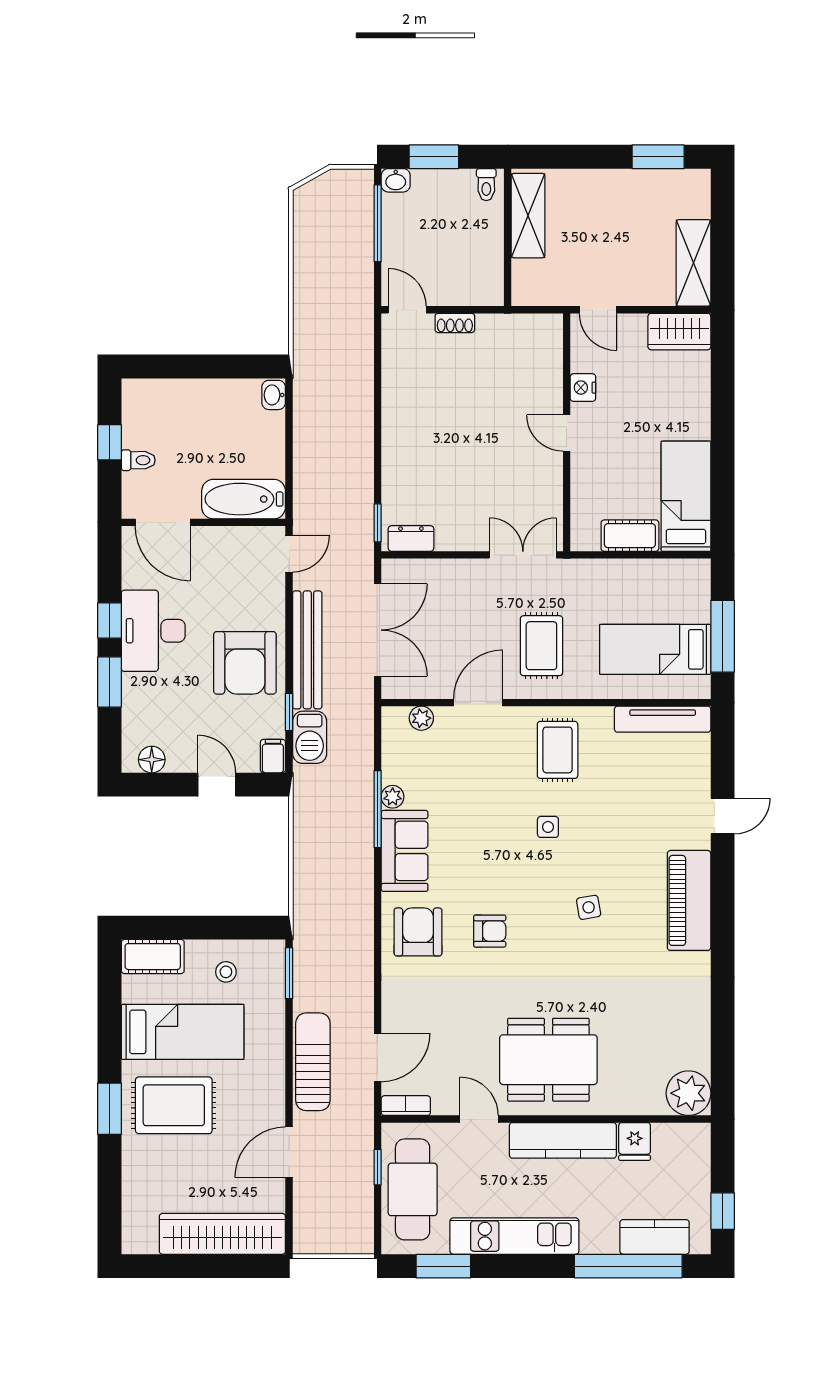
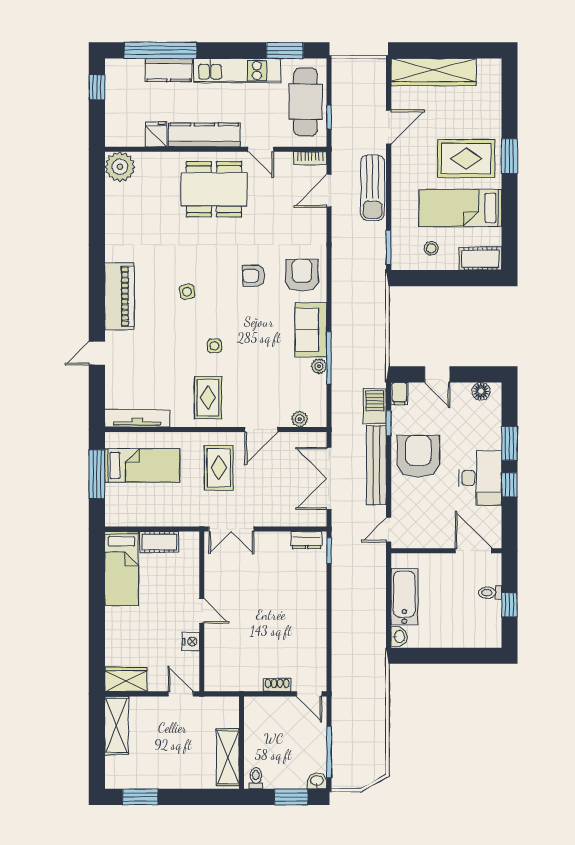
bathtub: (244, 499) -> (404, 597), moved, turned -90
armchair: (418, 932) -> (302, 275), turned 180
kitchen counter: (655, 1237) -> (169, 70), moved

